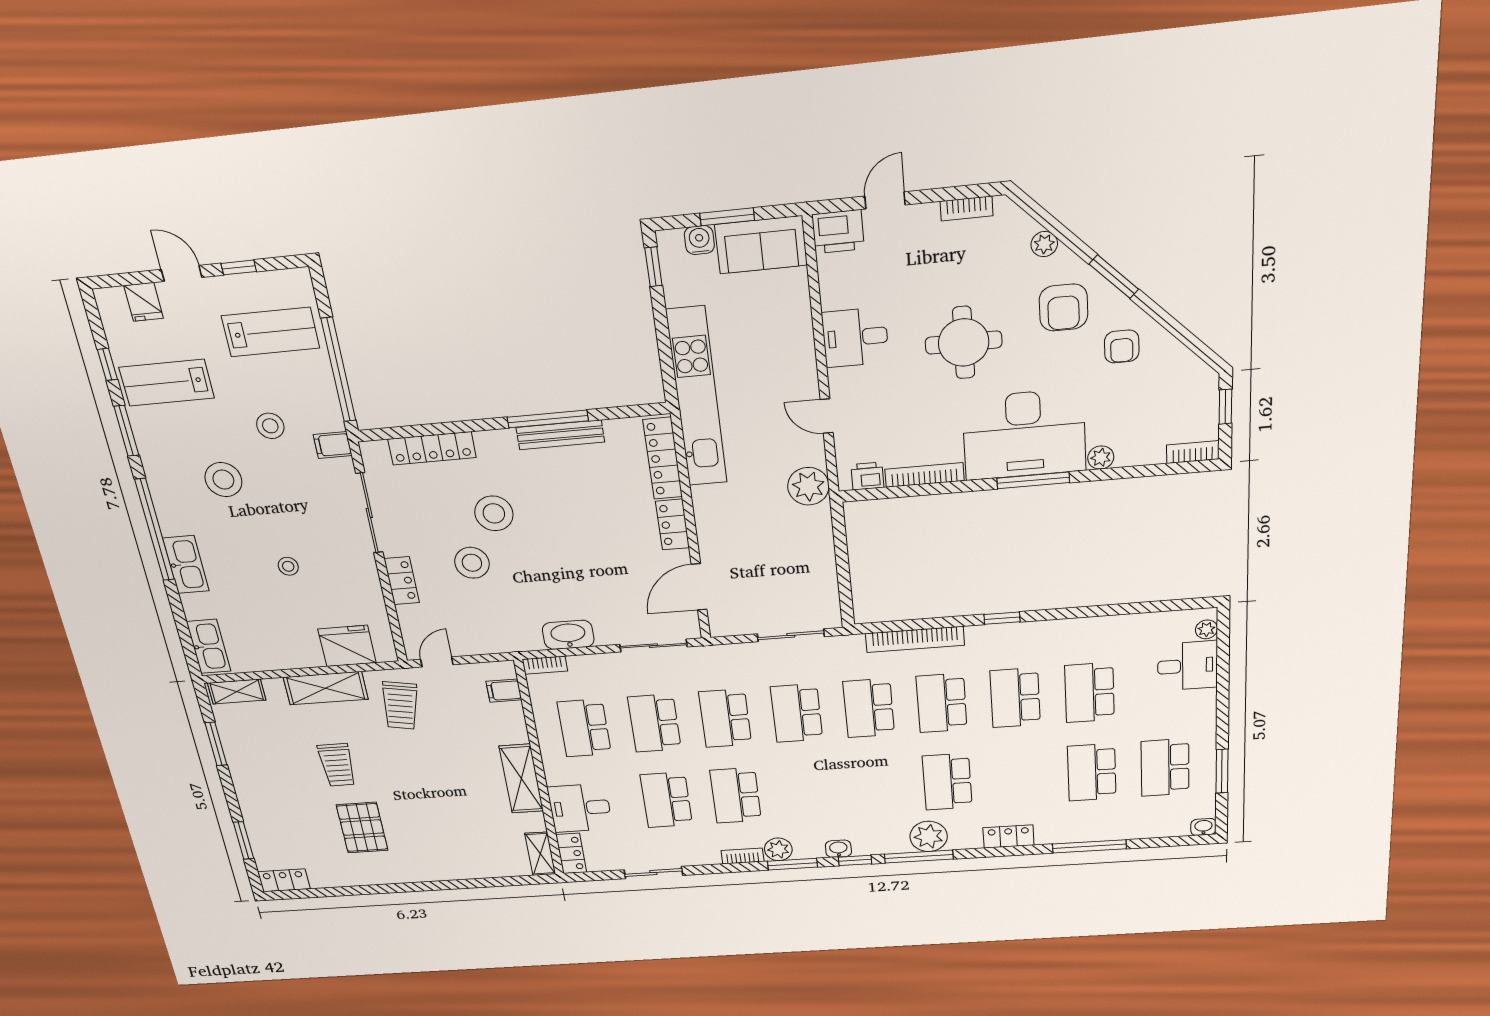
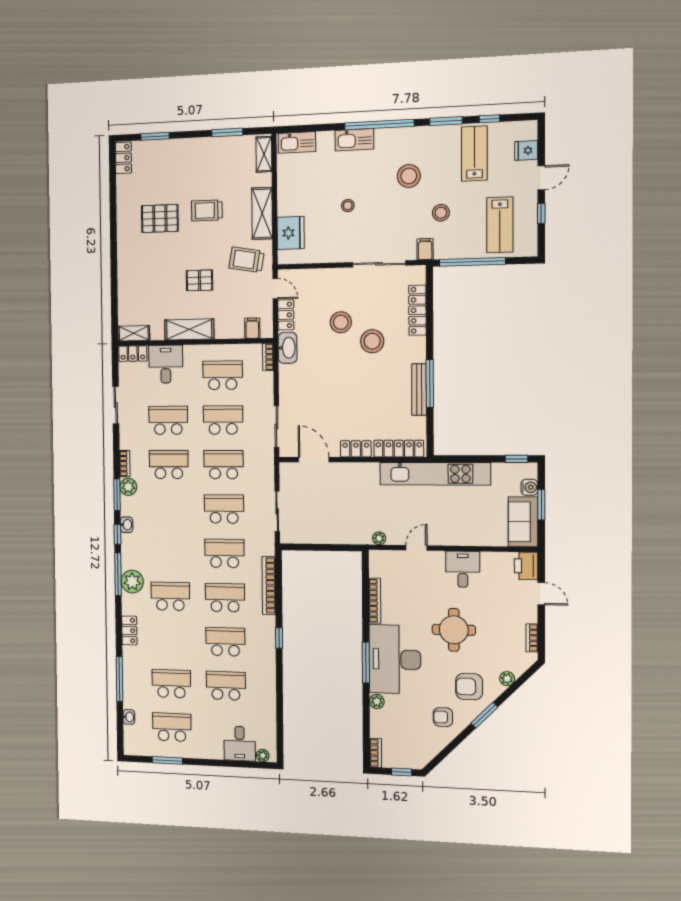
printer: (867, 476) -> (377, 568), removed
plant: (808, 486) -> (379, 538), width x0.53, depth x0.53
locker: (402, 581) -> (286, 315), moved, turned -90
washbasin: (568, 635) -> (288, 348), moved
pallet: (444, 769) -> (199, 280), added
washbasin: (1203, 827) -> (129, 717), moved

